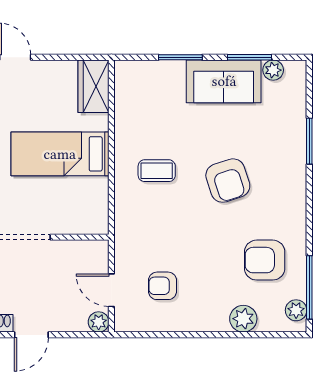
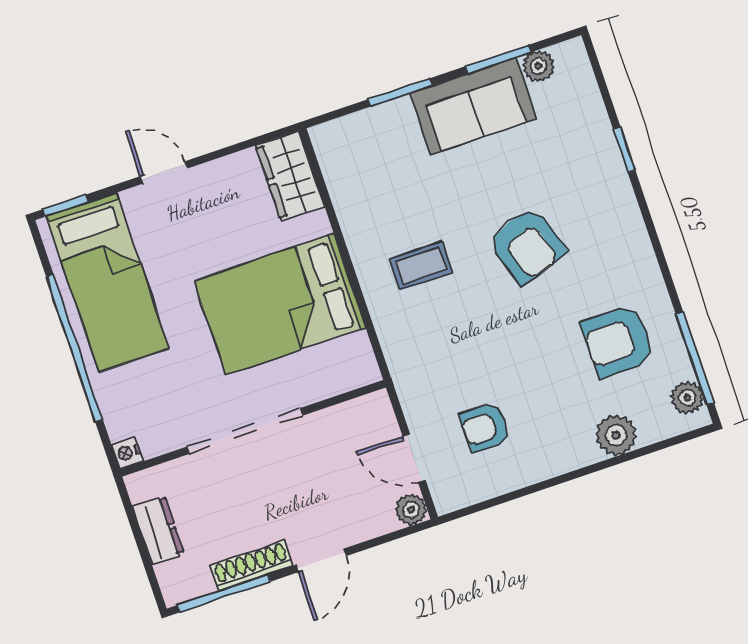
window: (309, 141) -> (624, 150), width x0.67
bed: (60, 154) -> (280, 304), width x1.50

